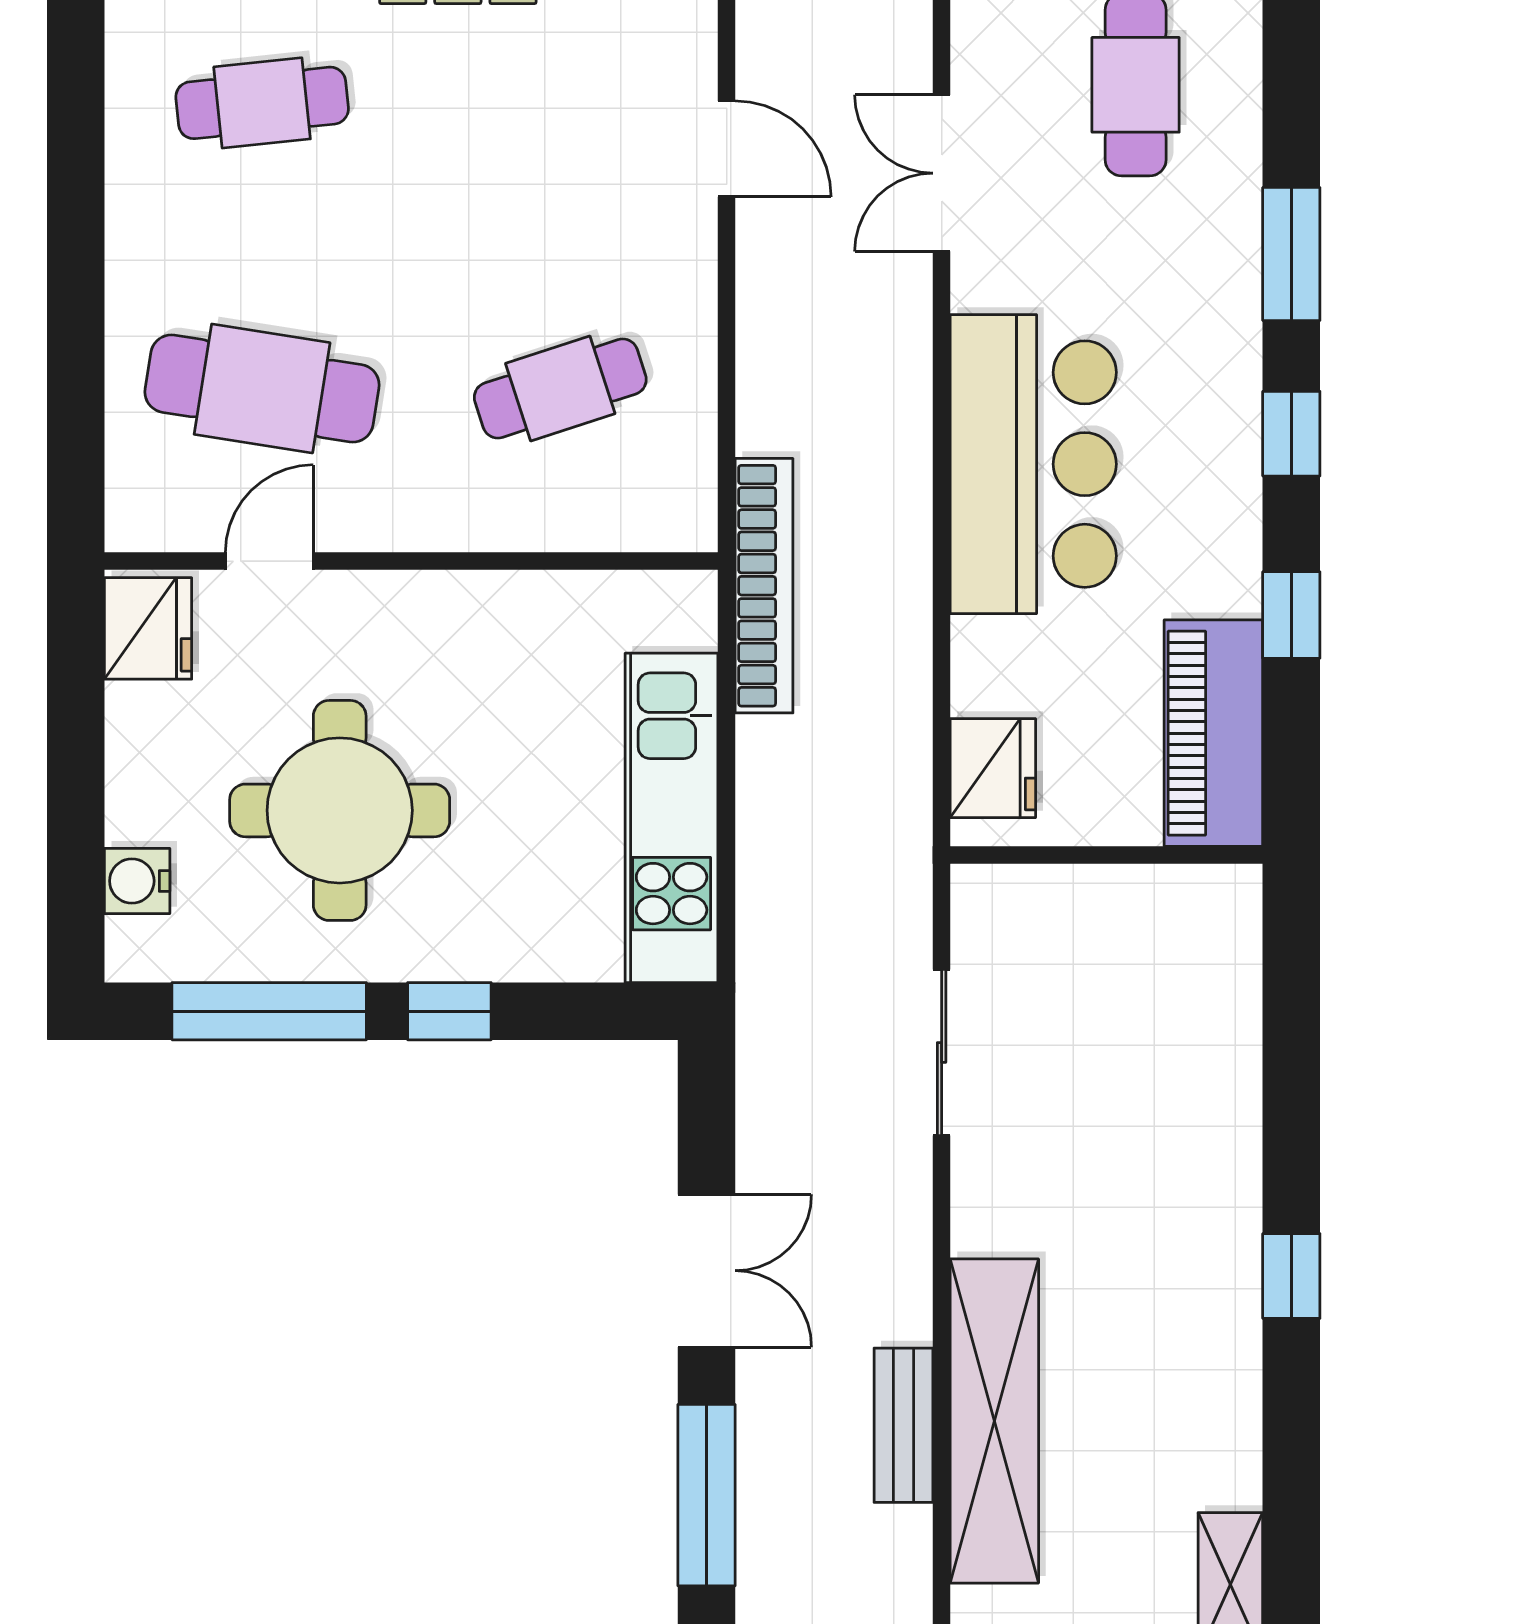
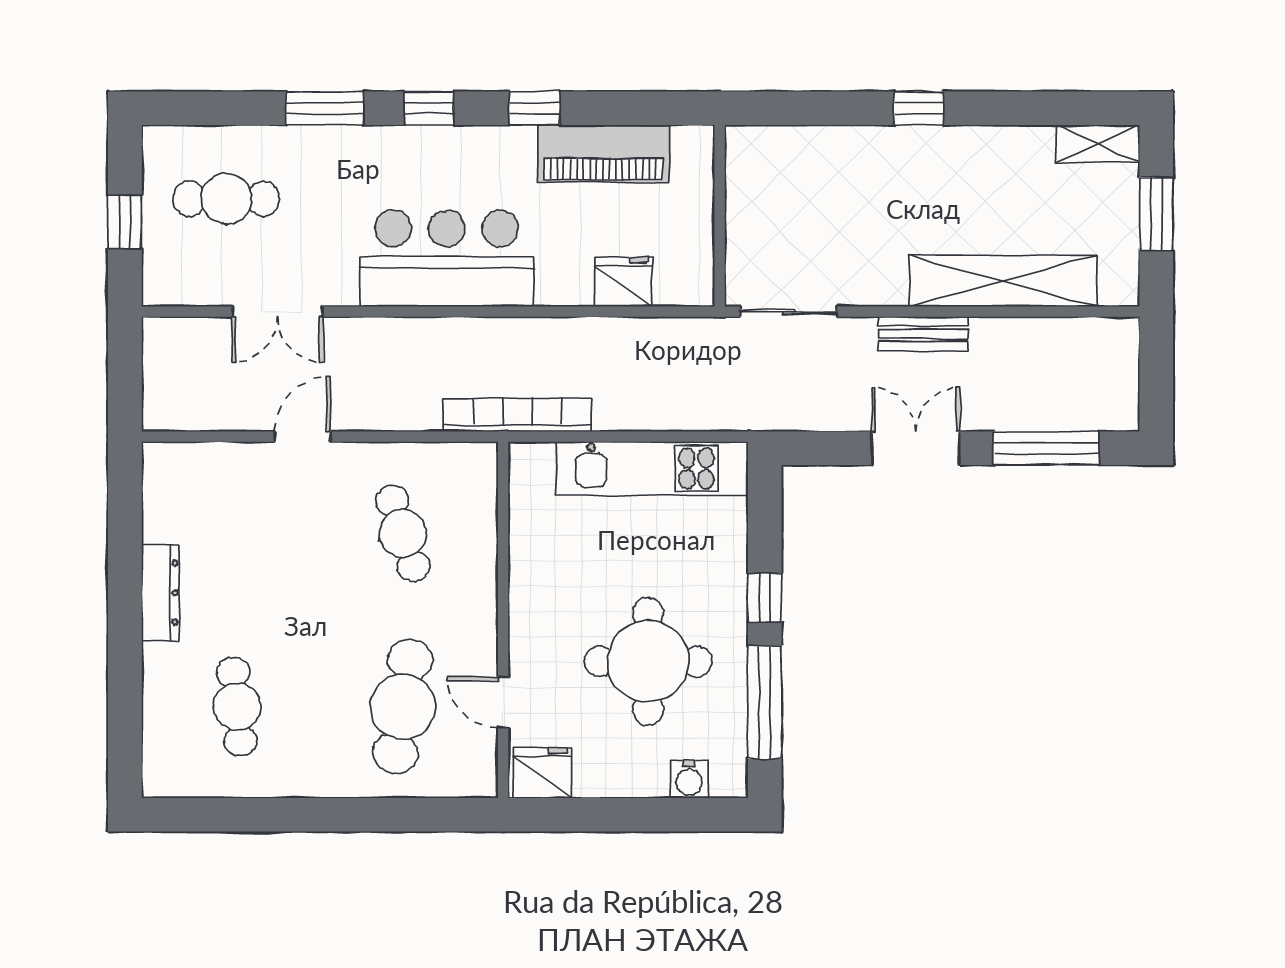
door: (727, 149) -> (303, 437), moved
wall: (1106, 855) -> (720, 216), moved
bench: (903, 1425) -> (923, 334), moved

